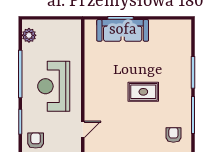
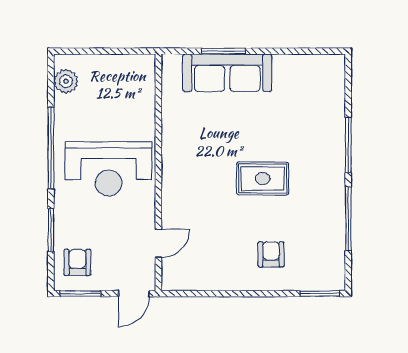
reception desk: (54, 86) -> (109, 169), turned -90
armchair: (173, 135) -> (271, 254), moved

